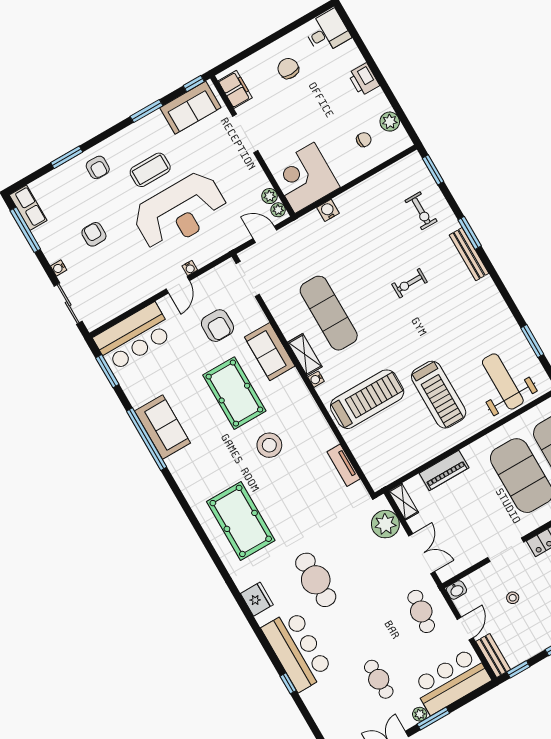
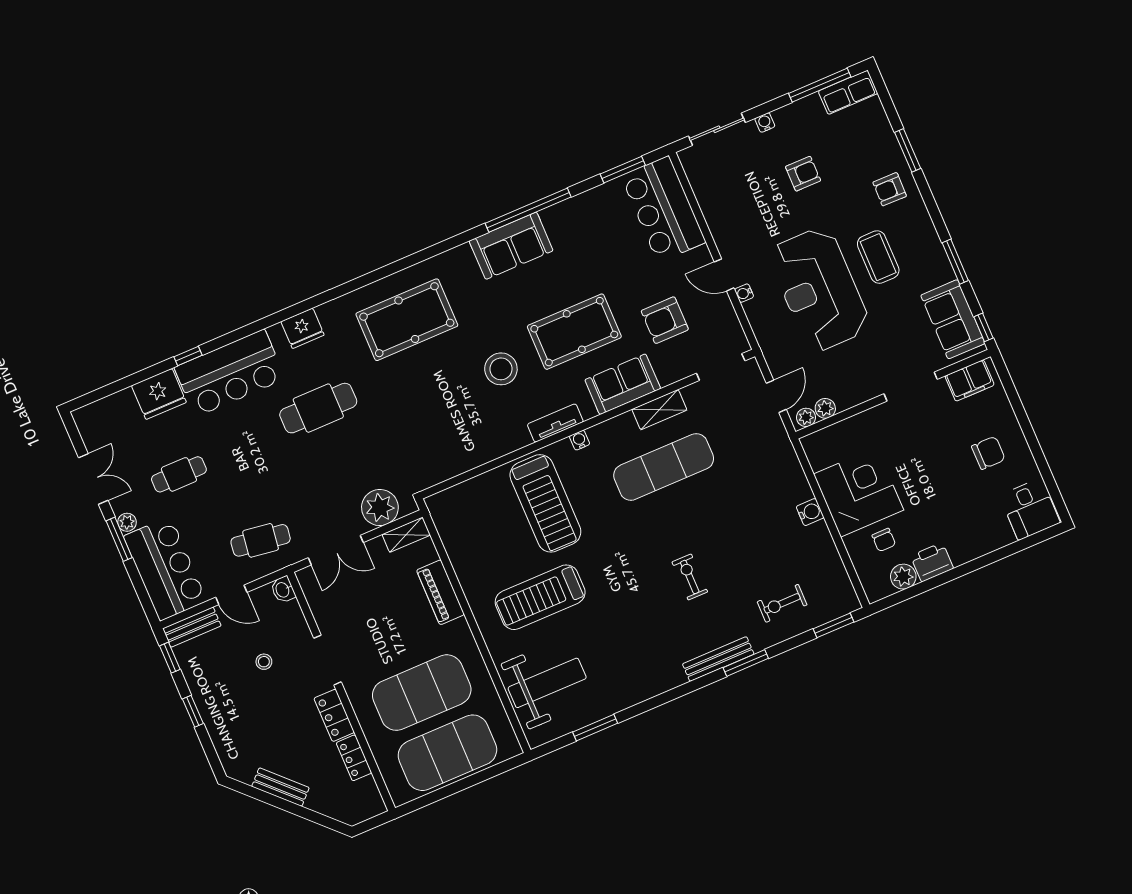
printer: (364, 79) -> (932, 562), moved
corner desk: (304, 178) -> (859, 492), moved
water cooler: (328, 210) -> (810, 512), moved
shelving: (305, 355) -> (659, 410), moved
sofa: (163, 427) -> (511, 246), moved
tv unit: (344, 465) -> (555, 423), moved
fridge: (320, 702) -> (159, 394), added

